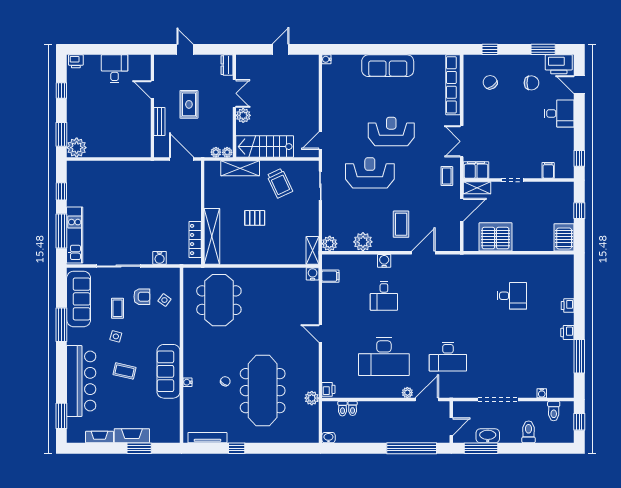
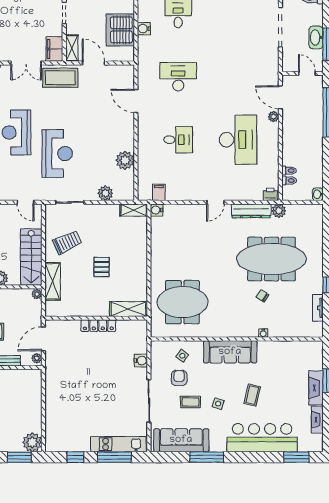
plant: (216, 152) -> (37, 358), moved
reception desk: (370, 173) -> (57, 154), turned 180
coffee table: (447, 176) -> (60, 78), width x1.86, depth x1.72
coffee table: (401, 224) -> (108, 123), removed
shelving: (212, 236) -> (128, 309), width x0.68
locker: (195, 240) -> (98, 326), moved
plant: (330, 244) -> (105, 193), moved
water cooler: (384, 261) -> (144, 29), moved
desk: (448, 357) -> (178, 77), moved, turned -90
dresser: (312, 370) -> (251, 211), added
sofa: (168, 371) -> (230, 352), moved
tv unit: (207, 438) -> (318, 308), width x0.71

